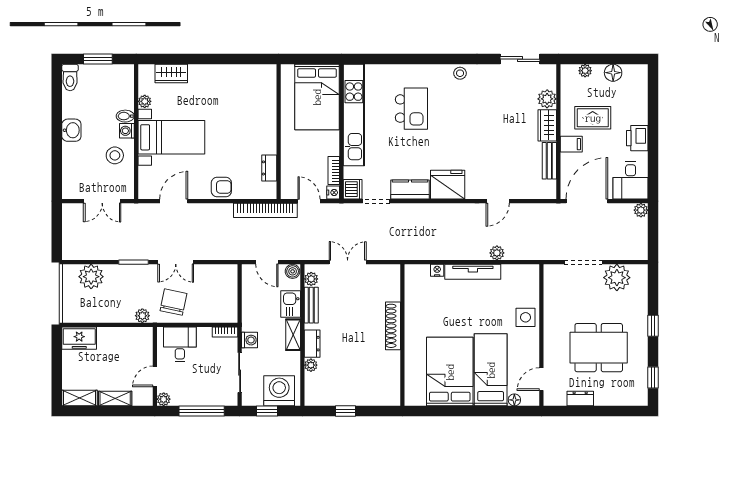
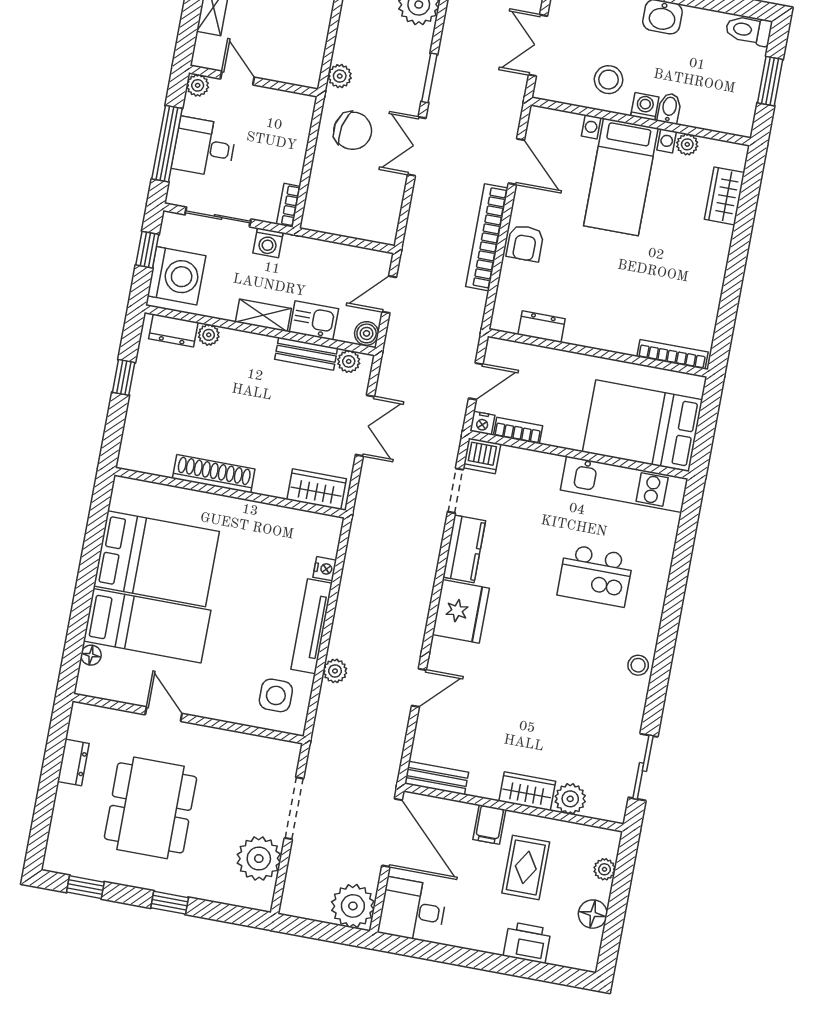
bookcase: (271, 87) -> (672, 354), added
kitchen unit: (354, 115) -> (624, 484), width x0.73
printer: (637, 138) -> (527, 943), moved
bench: (549, 161) -> (437, 778), moved
door: (498, 201) -> (419, 688), swing flipped
bookcase: (265, 210) -> (487, 237), moved
plant: (641, 210) -> (353, 906), width x1.88, depth x1.88
wardrobe: (391, 284) -> (317, 489), added
side table: (526, 317) -> (276, 695), moved
shoe rack: (393, 326) -> (214, 474), moved
desk: (180, 344) -> (204, 147), moved, turned 180
dresser: (312, 344) -> (173, 330), moved
door: (541, 379) -> (164, 714), moved

